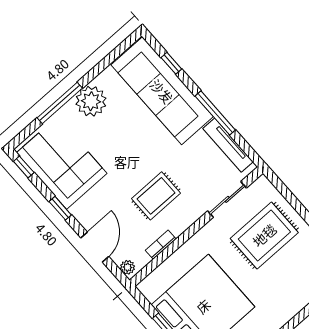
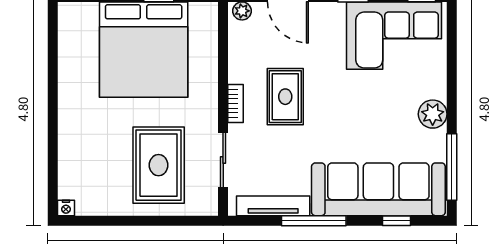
plant: (91, 101) -> (433, 114), width x0.73, depth x0.73
window: (60, 103) -> (452, 167), moved
bookcase: (161, 245) -> (236, 104), moved

